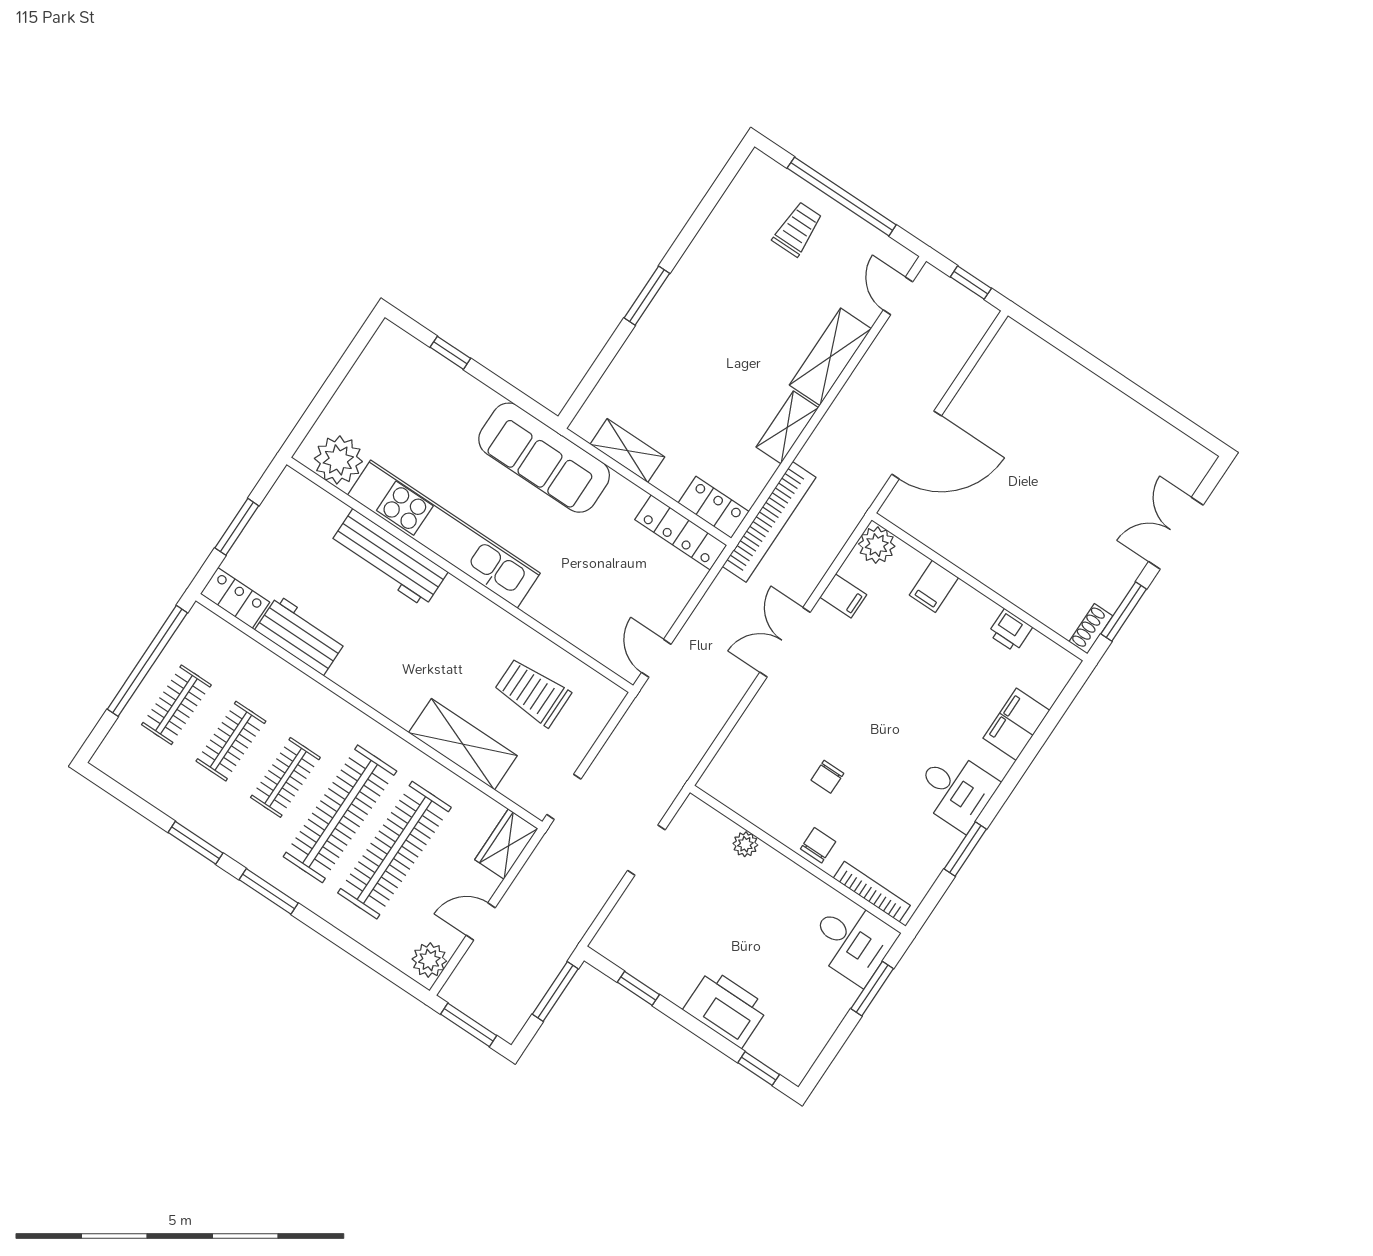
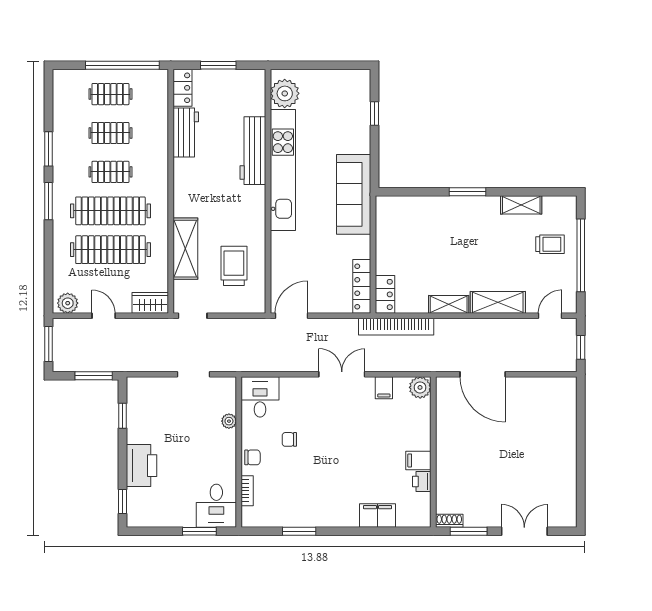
shelving: (627, 451) -> (521, 205), moved, turned 90
filing cabinet: (934, 586) -> (418, 460), moved
door: (656, 658) -> (291, 316), width x1.38
desk: (956, 790) -> (260, 397), moved, turned 180
bookcase: (872, 892) -> (247, 491), width x0.64

